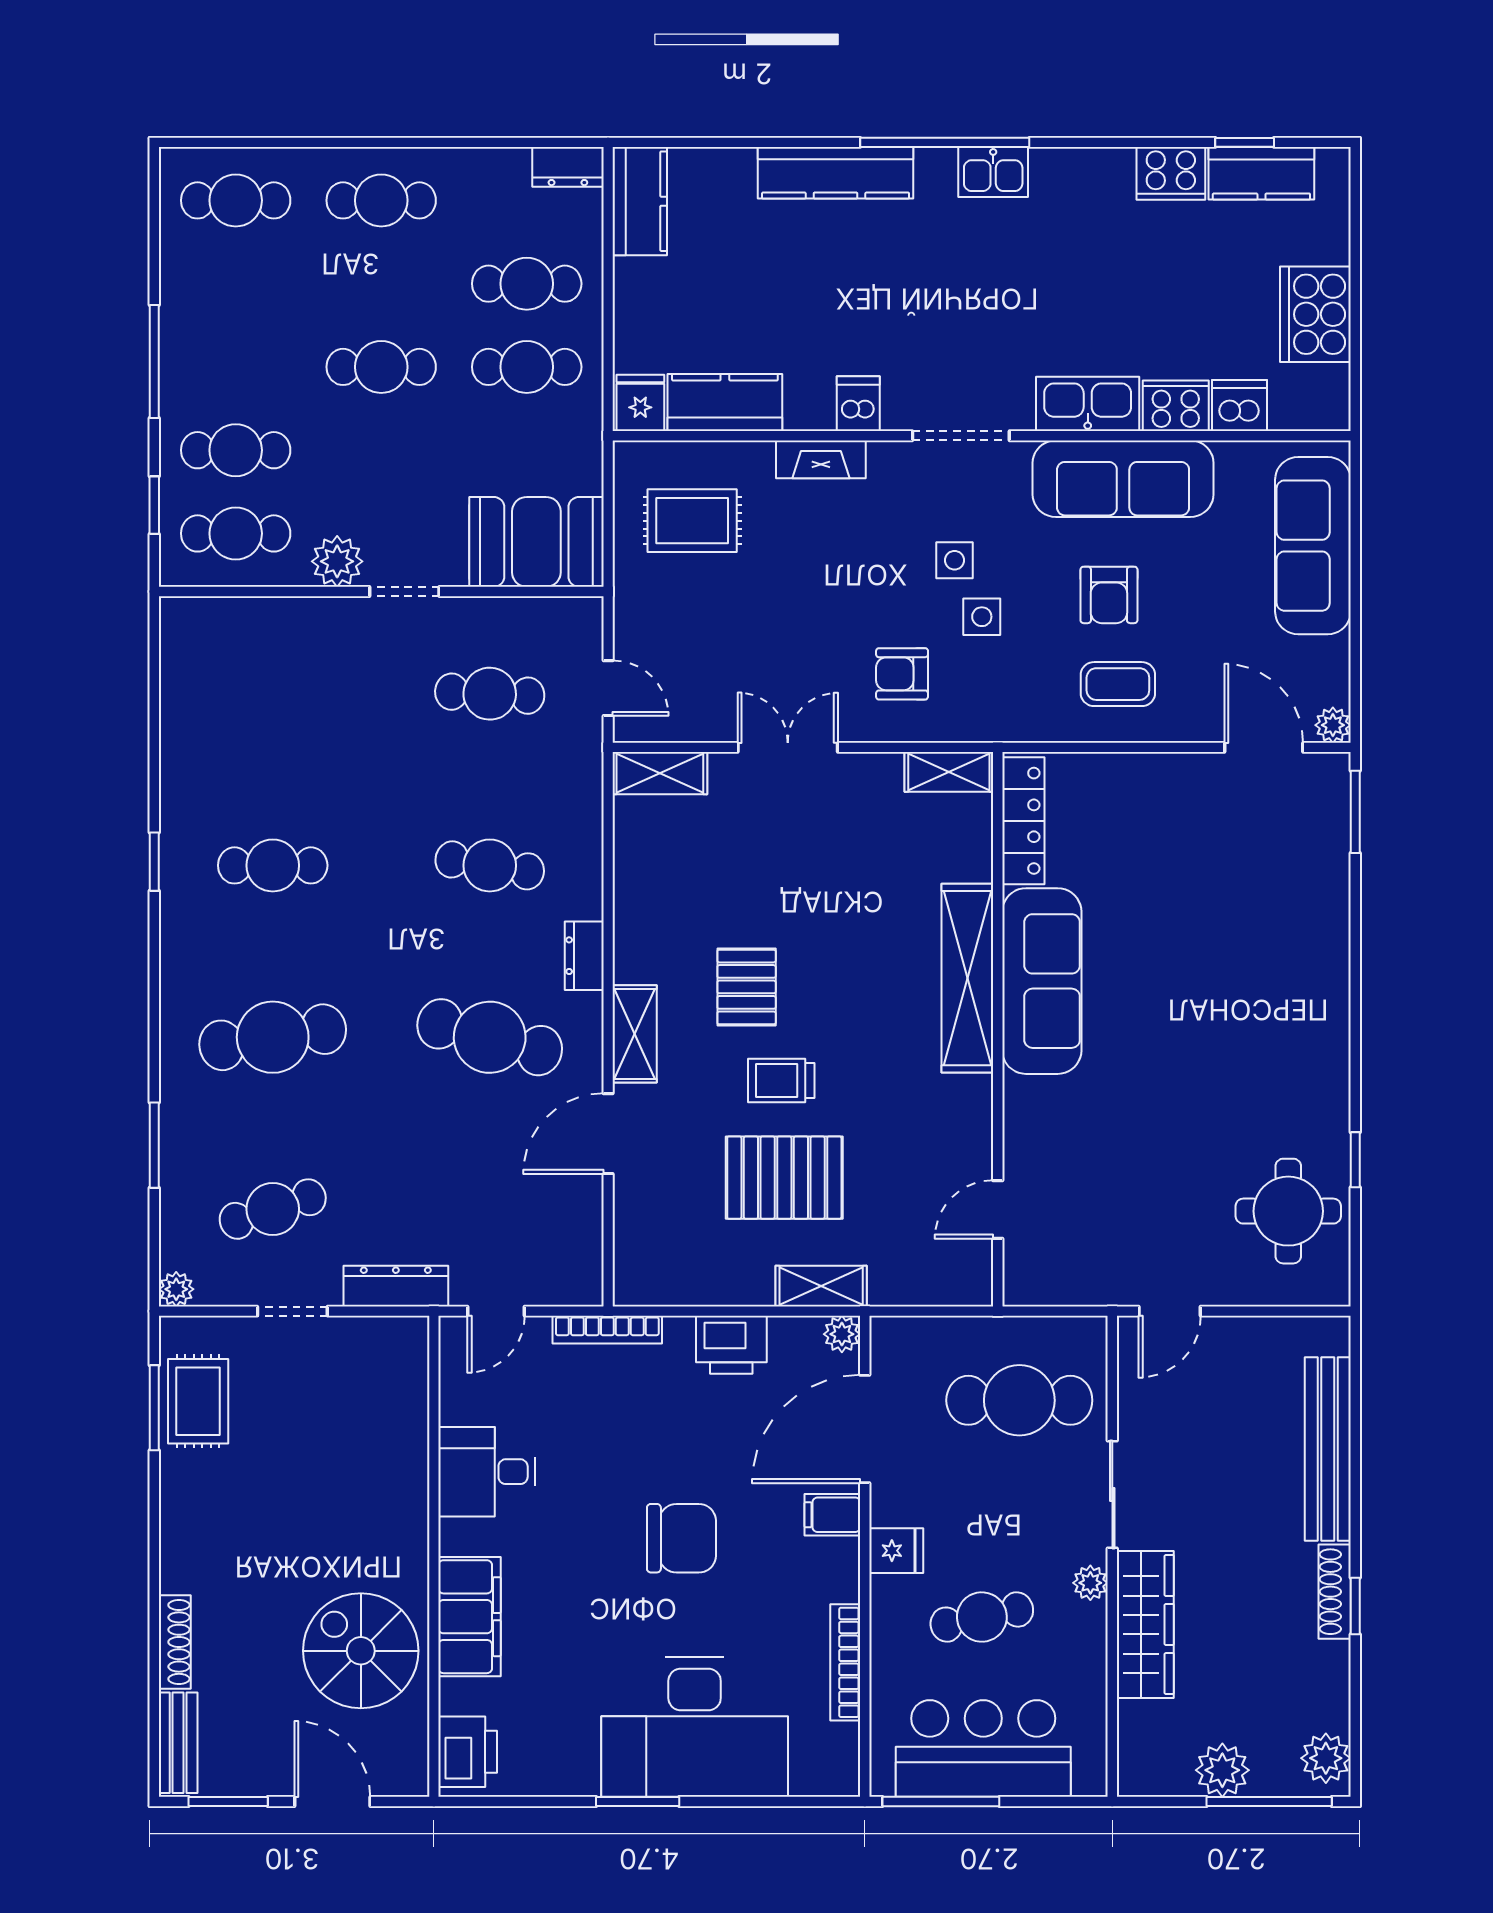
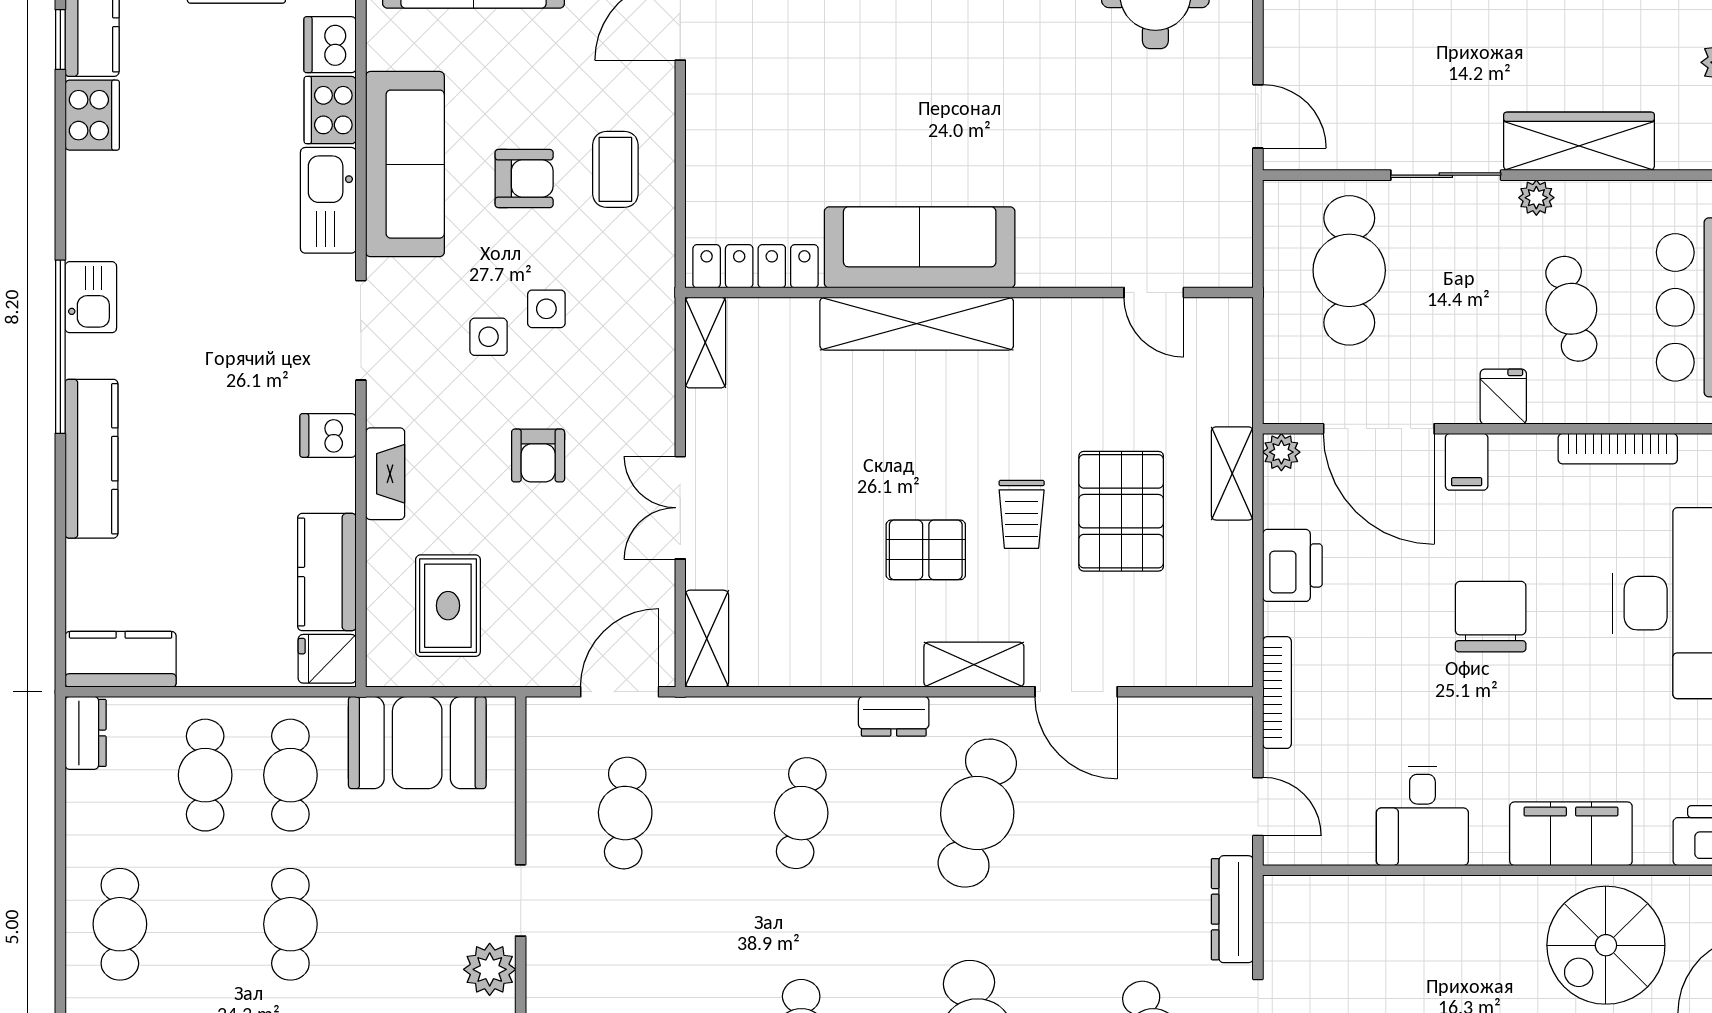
booth: (536, 542) -> (417, 743), moved, turned 90
armchair: (902, 674) -> (538, 456), moved
door: (608, 688) -> (620, 692), width x1.37

